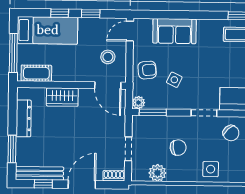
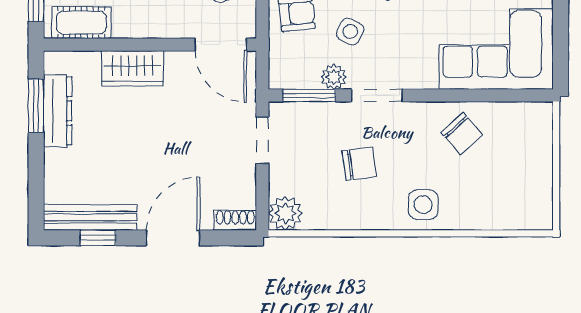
plant: (138, 103) -> (334, 77), moved
doorway: (204, 113) -> (377, 95), moved
window: (12, 149) -> (36, 106), moved
doorway: (128, 149) -> (262, 140), moved
plant: (157, 173) -> (285, 213), moved

